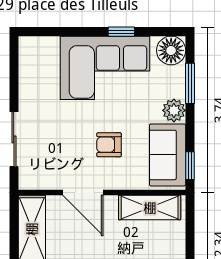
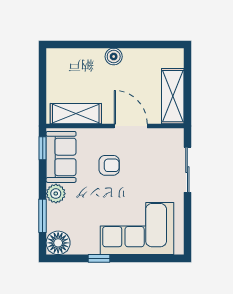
corner sofa: (105, 68) -> (137, 229), moved

